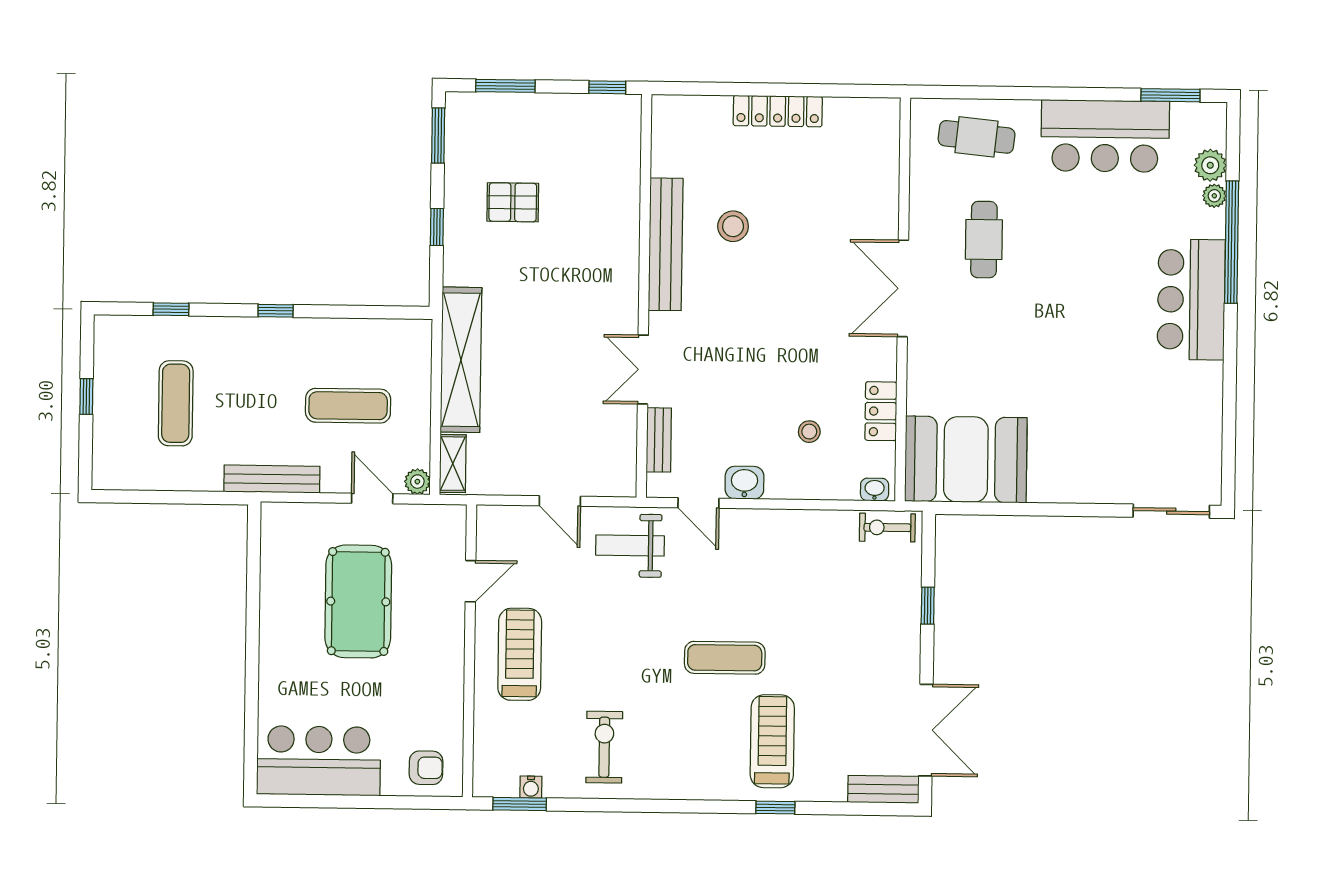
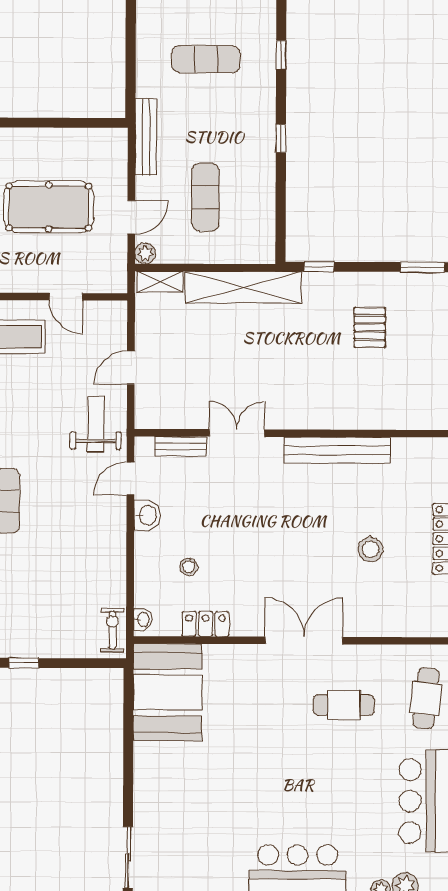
stool: (733, 226) -> (370, 549), moved
window: (437, 227) -> (319, 267), moved
window: (928, 606) -> (24, 663), moved

